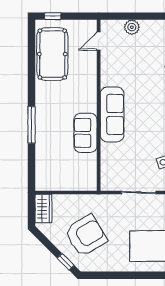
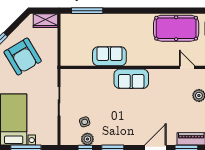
sofa: (112, 114) -> (131, 79), width x0.73
window: (32, 125) -> (87, 11), moved

